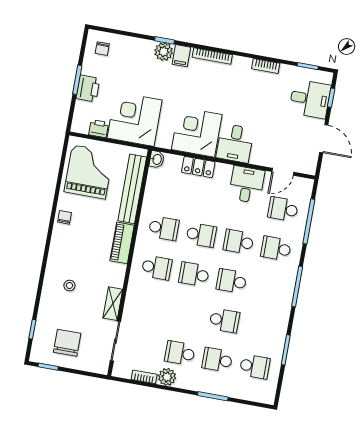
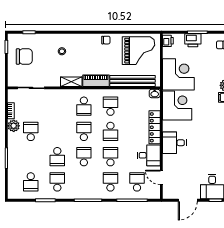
printer: (99, 129) -> (168, 41), moved
corner desk: (197, 132) -> (177, 105), moved
locker: (198, 167) -> (155, 127), width x1.53
school desk: (164, 228) -> (110, 106), turned 180
shelving: (113, 304) -> (71, 82), moved
school desk: (217, 360) -> (57, 182), moved

